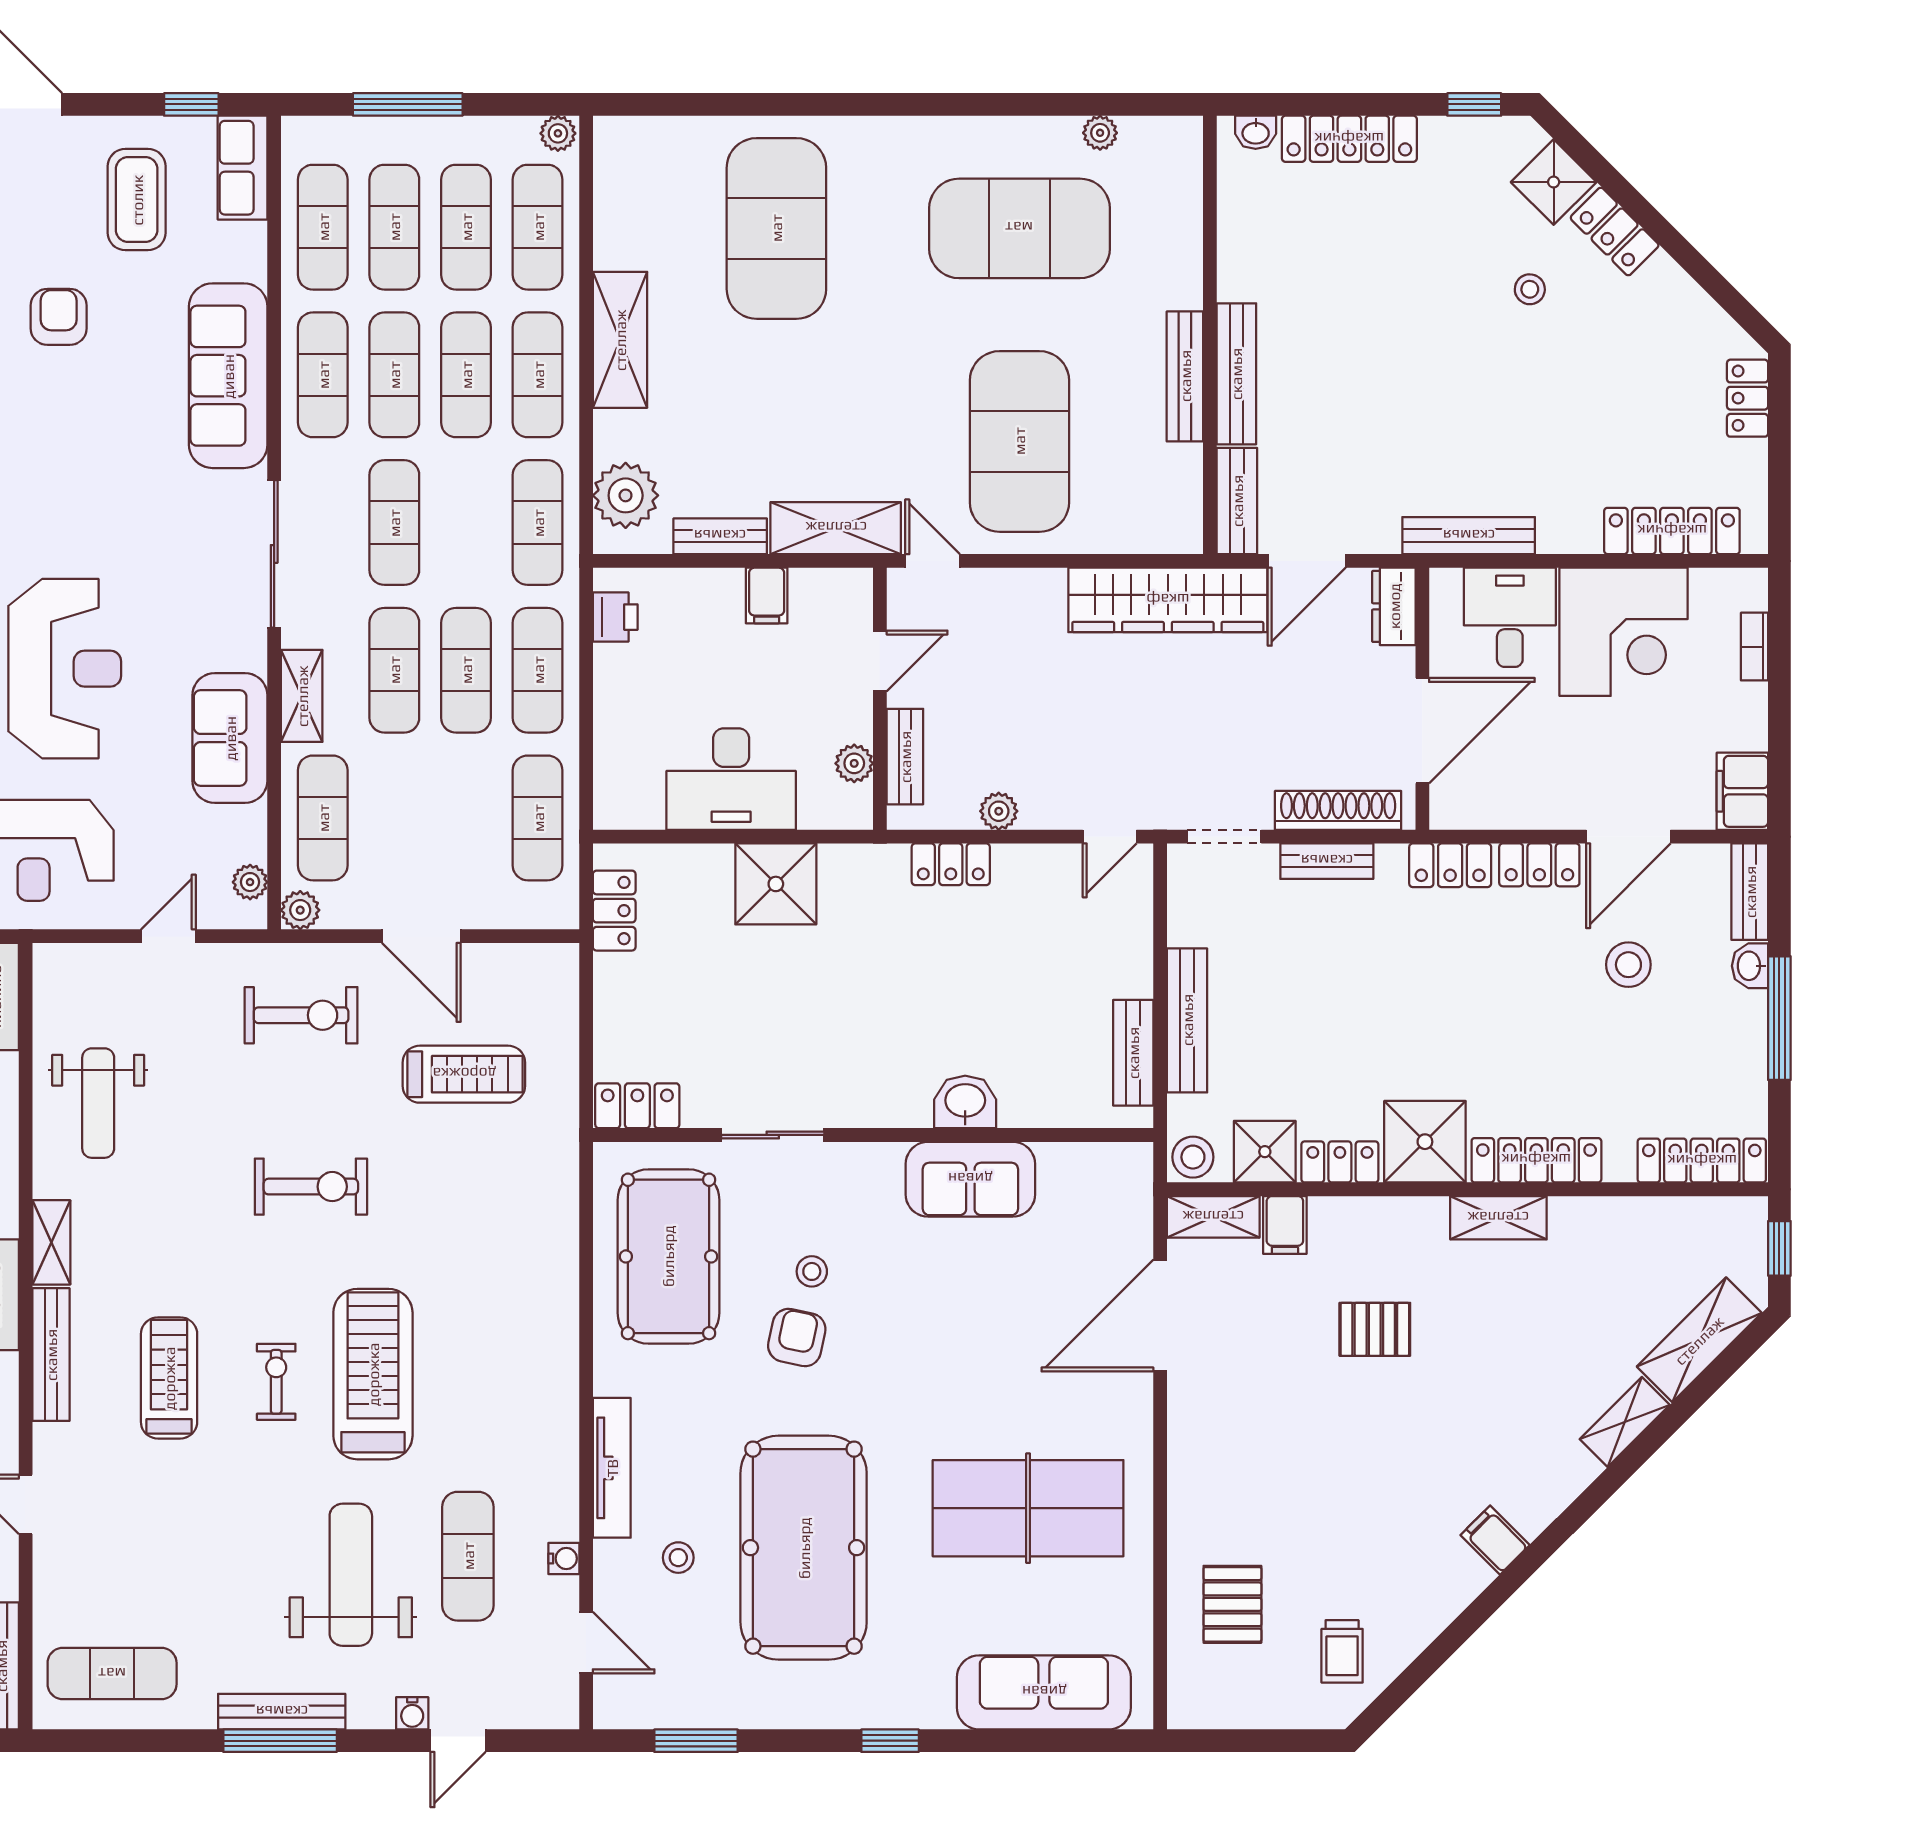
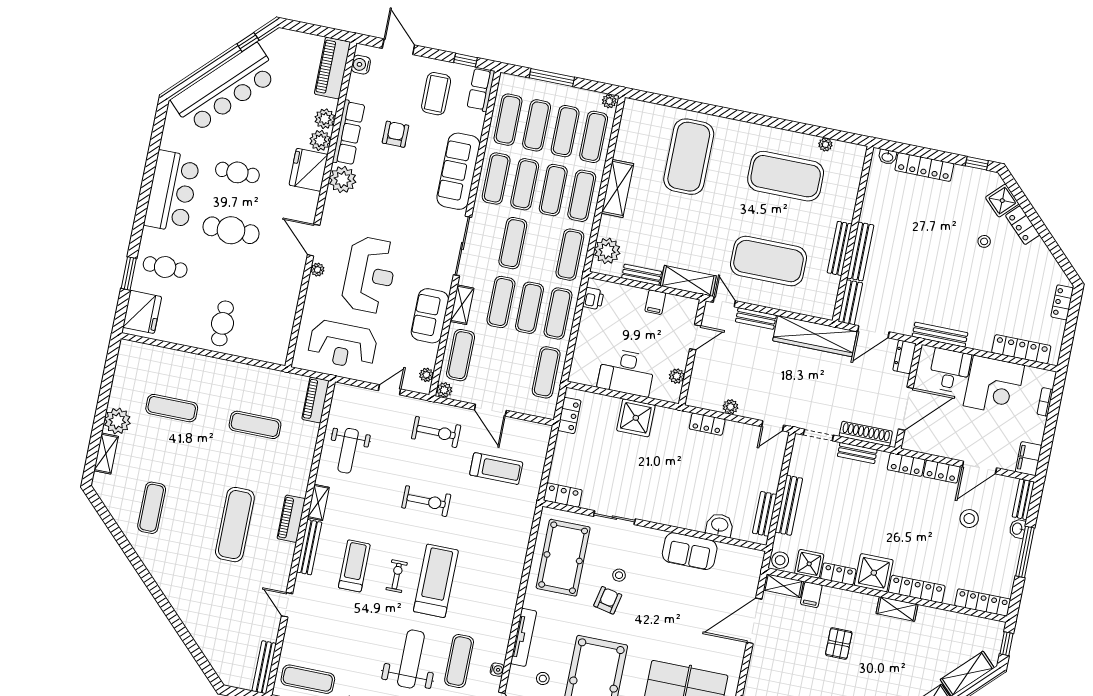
exercise mat: (1019, 441) -> (768, 261), turned 90
bench: (905, 757) -> (756, 318), moved, turned 90
washbasin: (965, 1102) -> (720, 525), moved
pallet: (1375, 1329) -> (839, 643), turned 90

